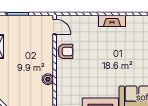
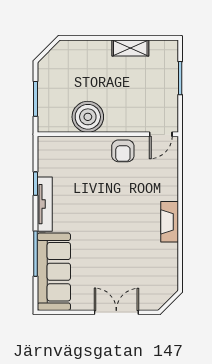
boiler: (48, 79) -> (88, 117), width x1.86, depth x1.86

